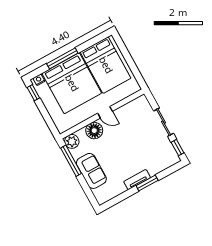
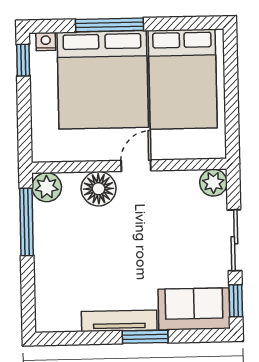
plant: (142, 102) -> (213, 183), added
door: (105, 112) -> (136, 166), swing flipped
sofa: (91, 171) -> (194, 309), moved, turned -90
tv unit: (137, 180) -> (119, 321), width x1.41

